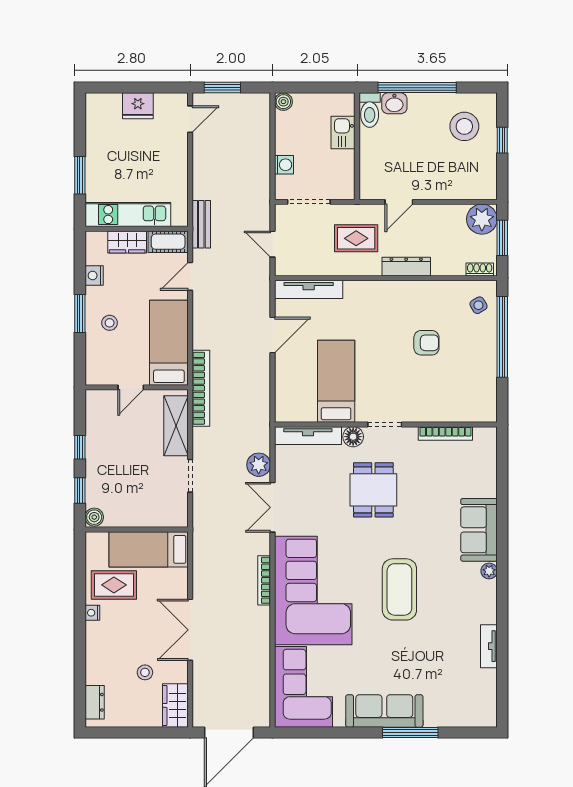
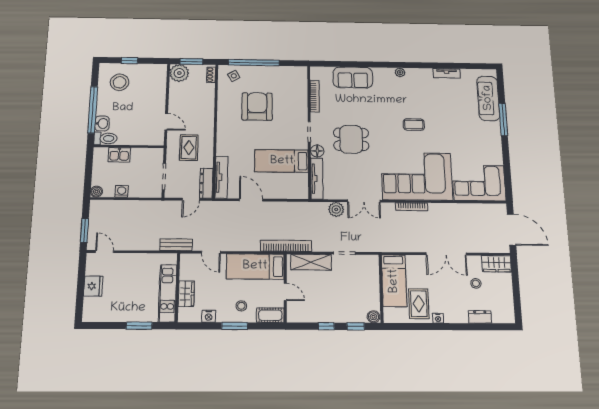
washing machine: (284, 165) -> (122, 191), moved
cot: (168, 242) -> (270, 315), moved, turned 90
dresser: (406, 267) -> (206, 183), moved
armchair: (426, 343) -> (257, 107), width x1.88, depth x1.88
sofa: (479, 530) -> (353, 77), moved
coffee table: (399, 589) -> (414, 125), width x0.54, depth x0.58
dresser: (95, 702) -> (480, 317), moved
sofa: (384, 711) -> (488, 98), moved

